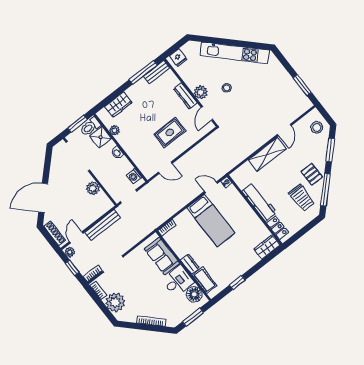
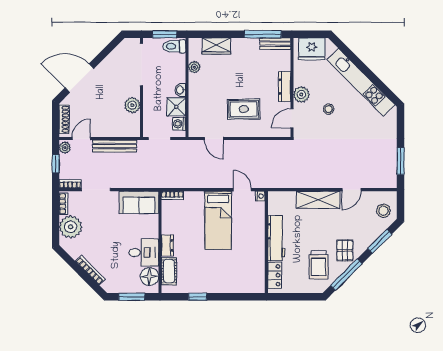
fridge: (178, 58) -> (312, 49), width x1.88, depth x1.34
shower: (101, 137) -> (176, 107), moved
wardrobe: (267, 247) -> (251, 285), removed
sofa: (162, 256) -> (139, 202), moved, turned -90

